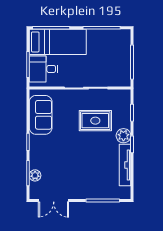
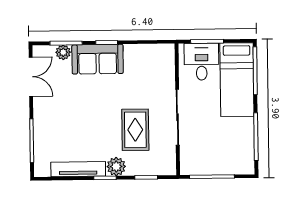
sofa: (41, 115) -> (98, 59), moved
double door: (54, 201) -> (31, 77), swing flipped

